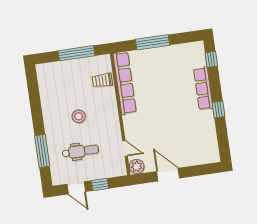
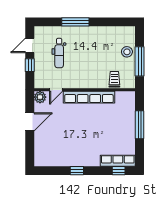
row of seats: (125, 83) -> (89, 97), moved
row of seats: (203, 88) -> (118, 161), moved
stool: (79, 116) -> (127, 52), moved
window: (42, 151) -> (75, 22), moved

